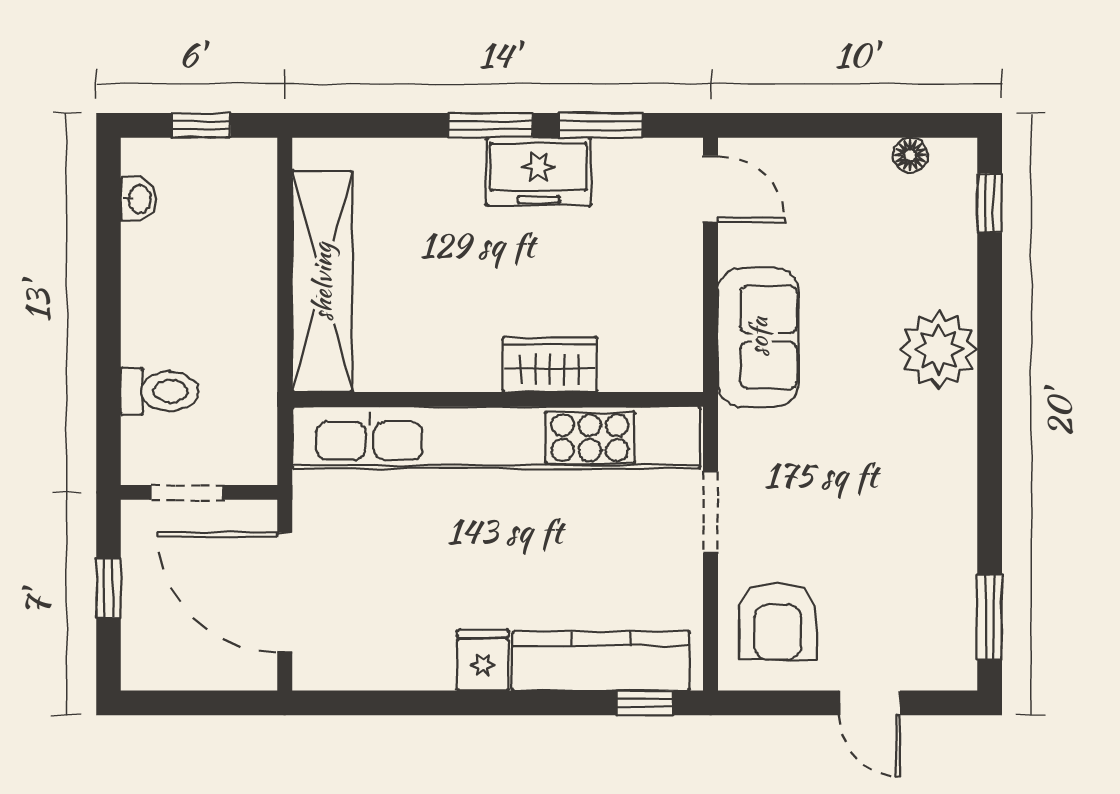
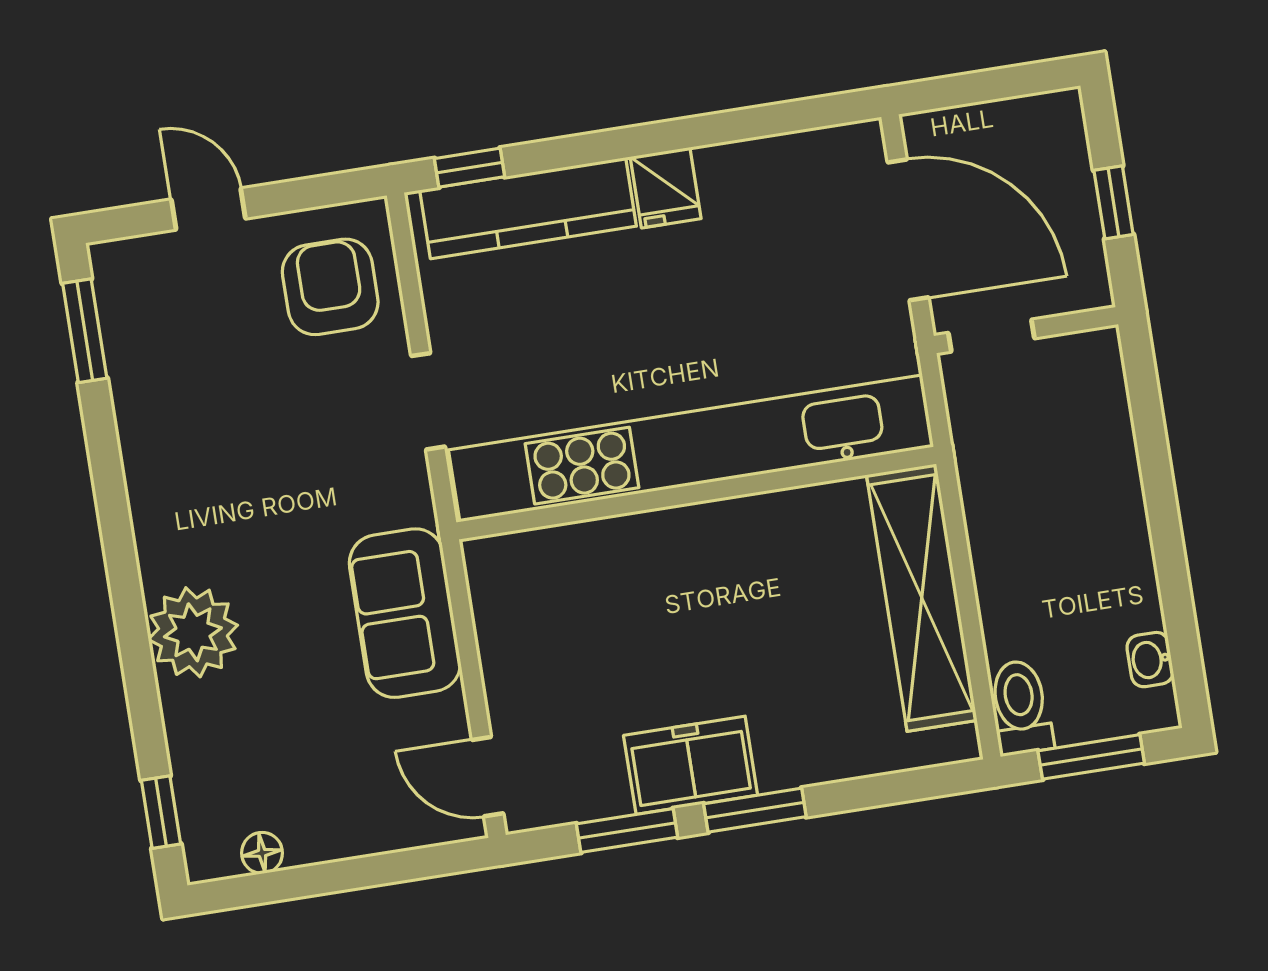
window: (201, 125) -> (1091, 757), width x1.50
wardrobe: (550, 365) -> (642, 543), removed
toilet: (160, 391) -> (1021, 707), moved, turned 90
doorway: (188, 492) -> (991, 336), moved

